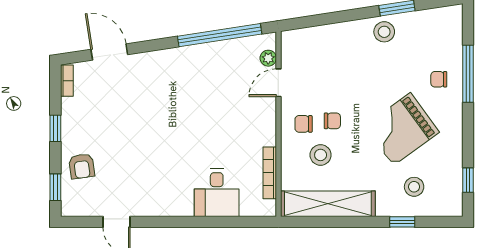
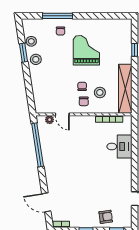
door: (109, 52) -> (46, 202), hinge flipped
grand piano: (402, 129) -> (86, 50), turned -144
window: (468, 180) -> (113, 16), removed
stool: (414, 187) -> (31, 41), moved

